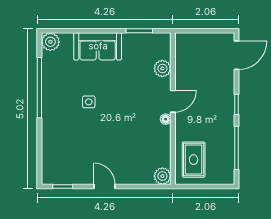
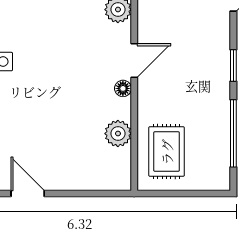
plant: (162, 176) -> (118, 134), moved

